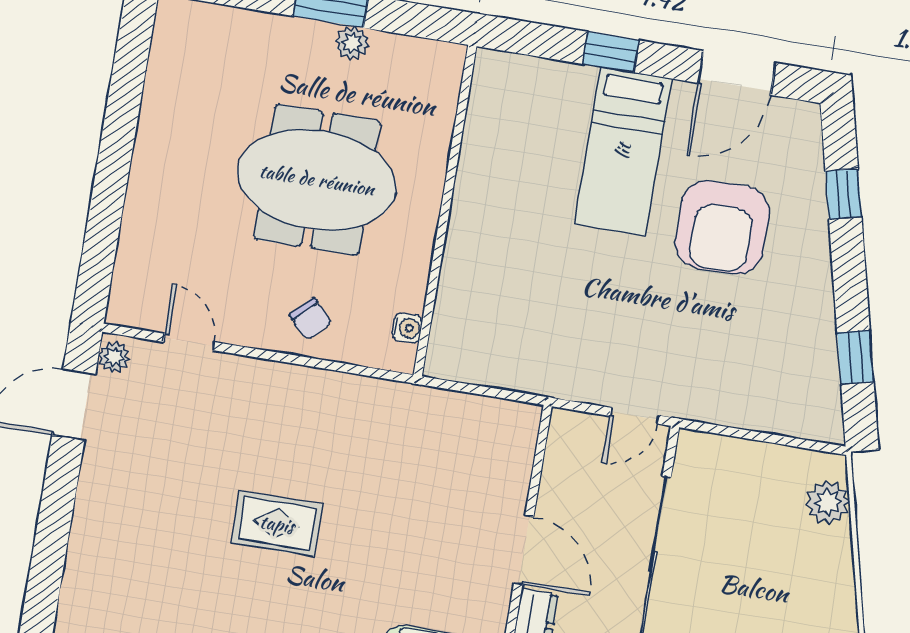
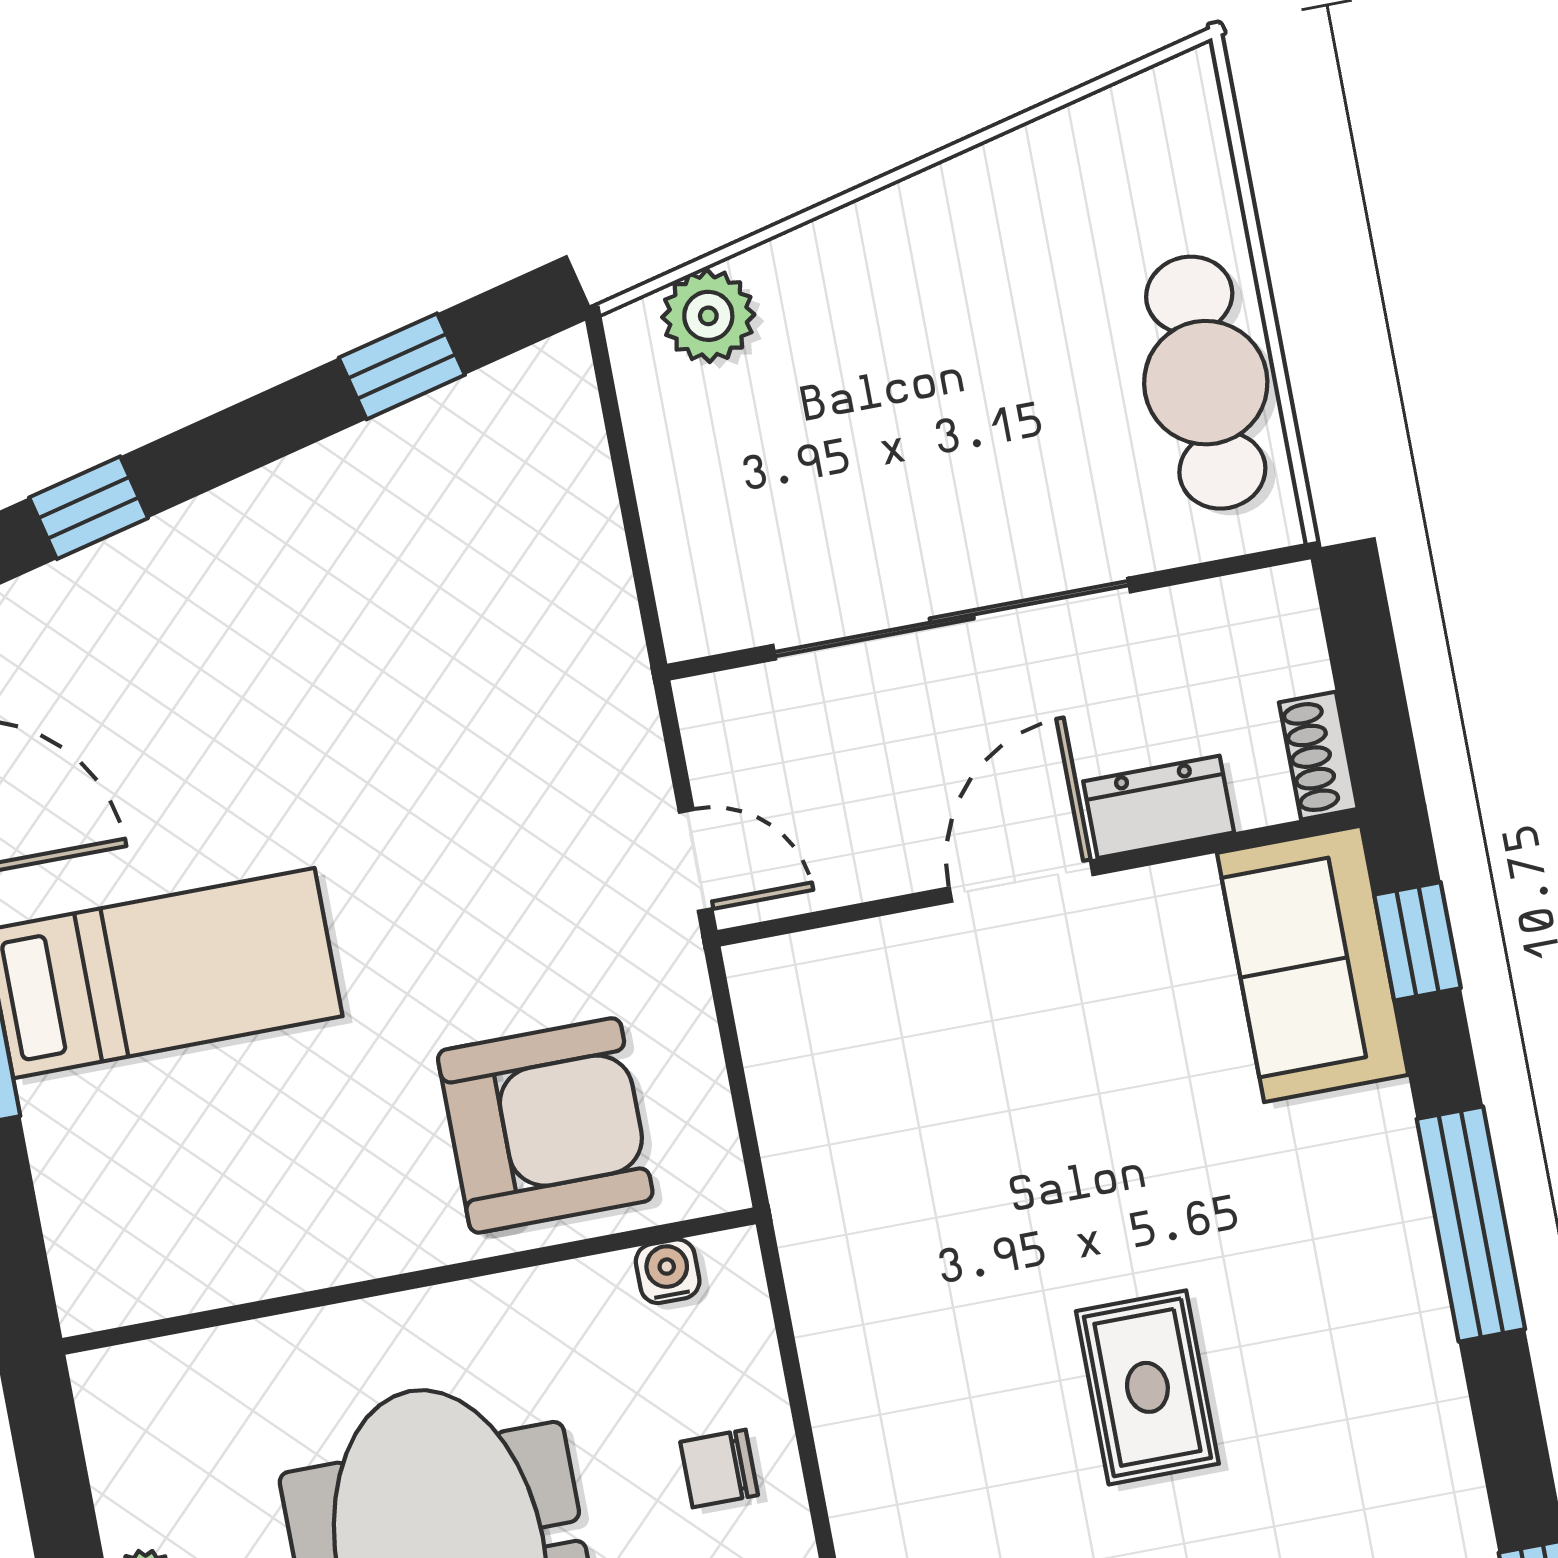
armchair: (722, 227) -> (545, 1125), moved
chair: (311, 319) -> (719, 1468), turned -135
door: (634, 416) -> (696, 860), moved

